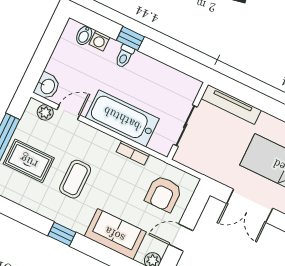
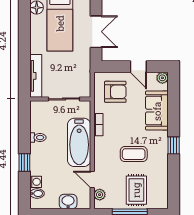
toilet: (124, 56) -> (38, 138), moved
washbasin: (47, 86) -> (68, 202), moved

